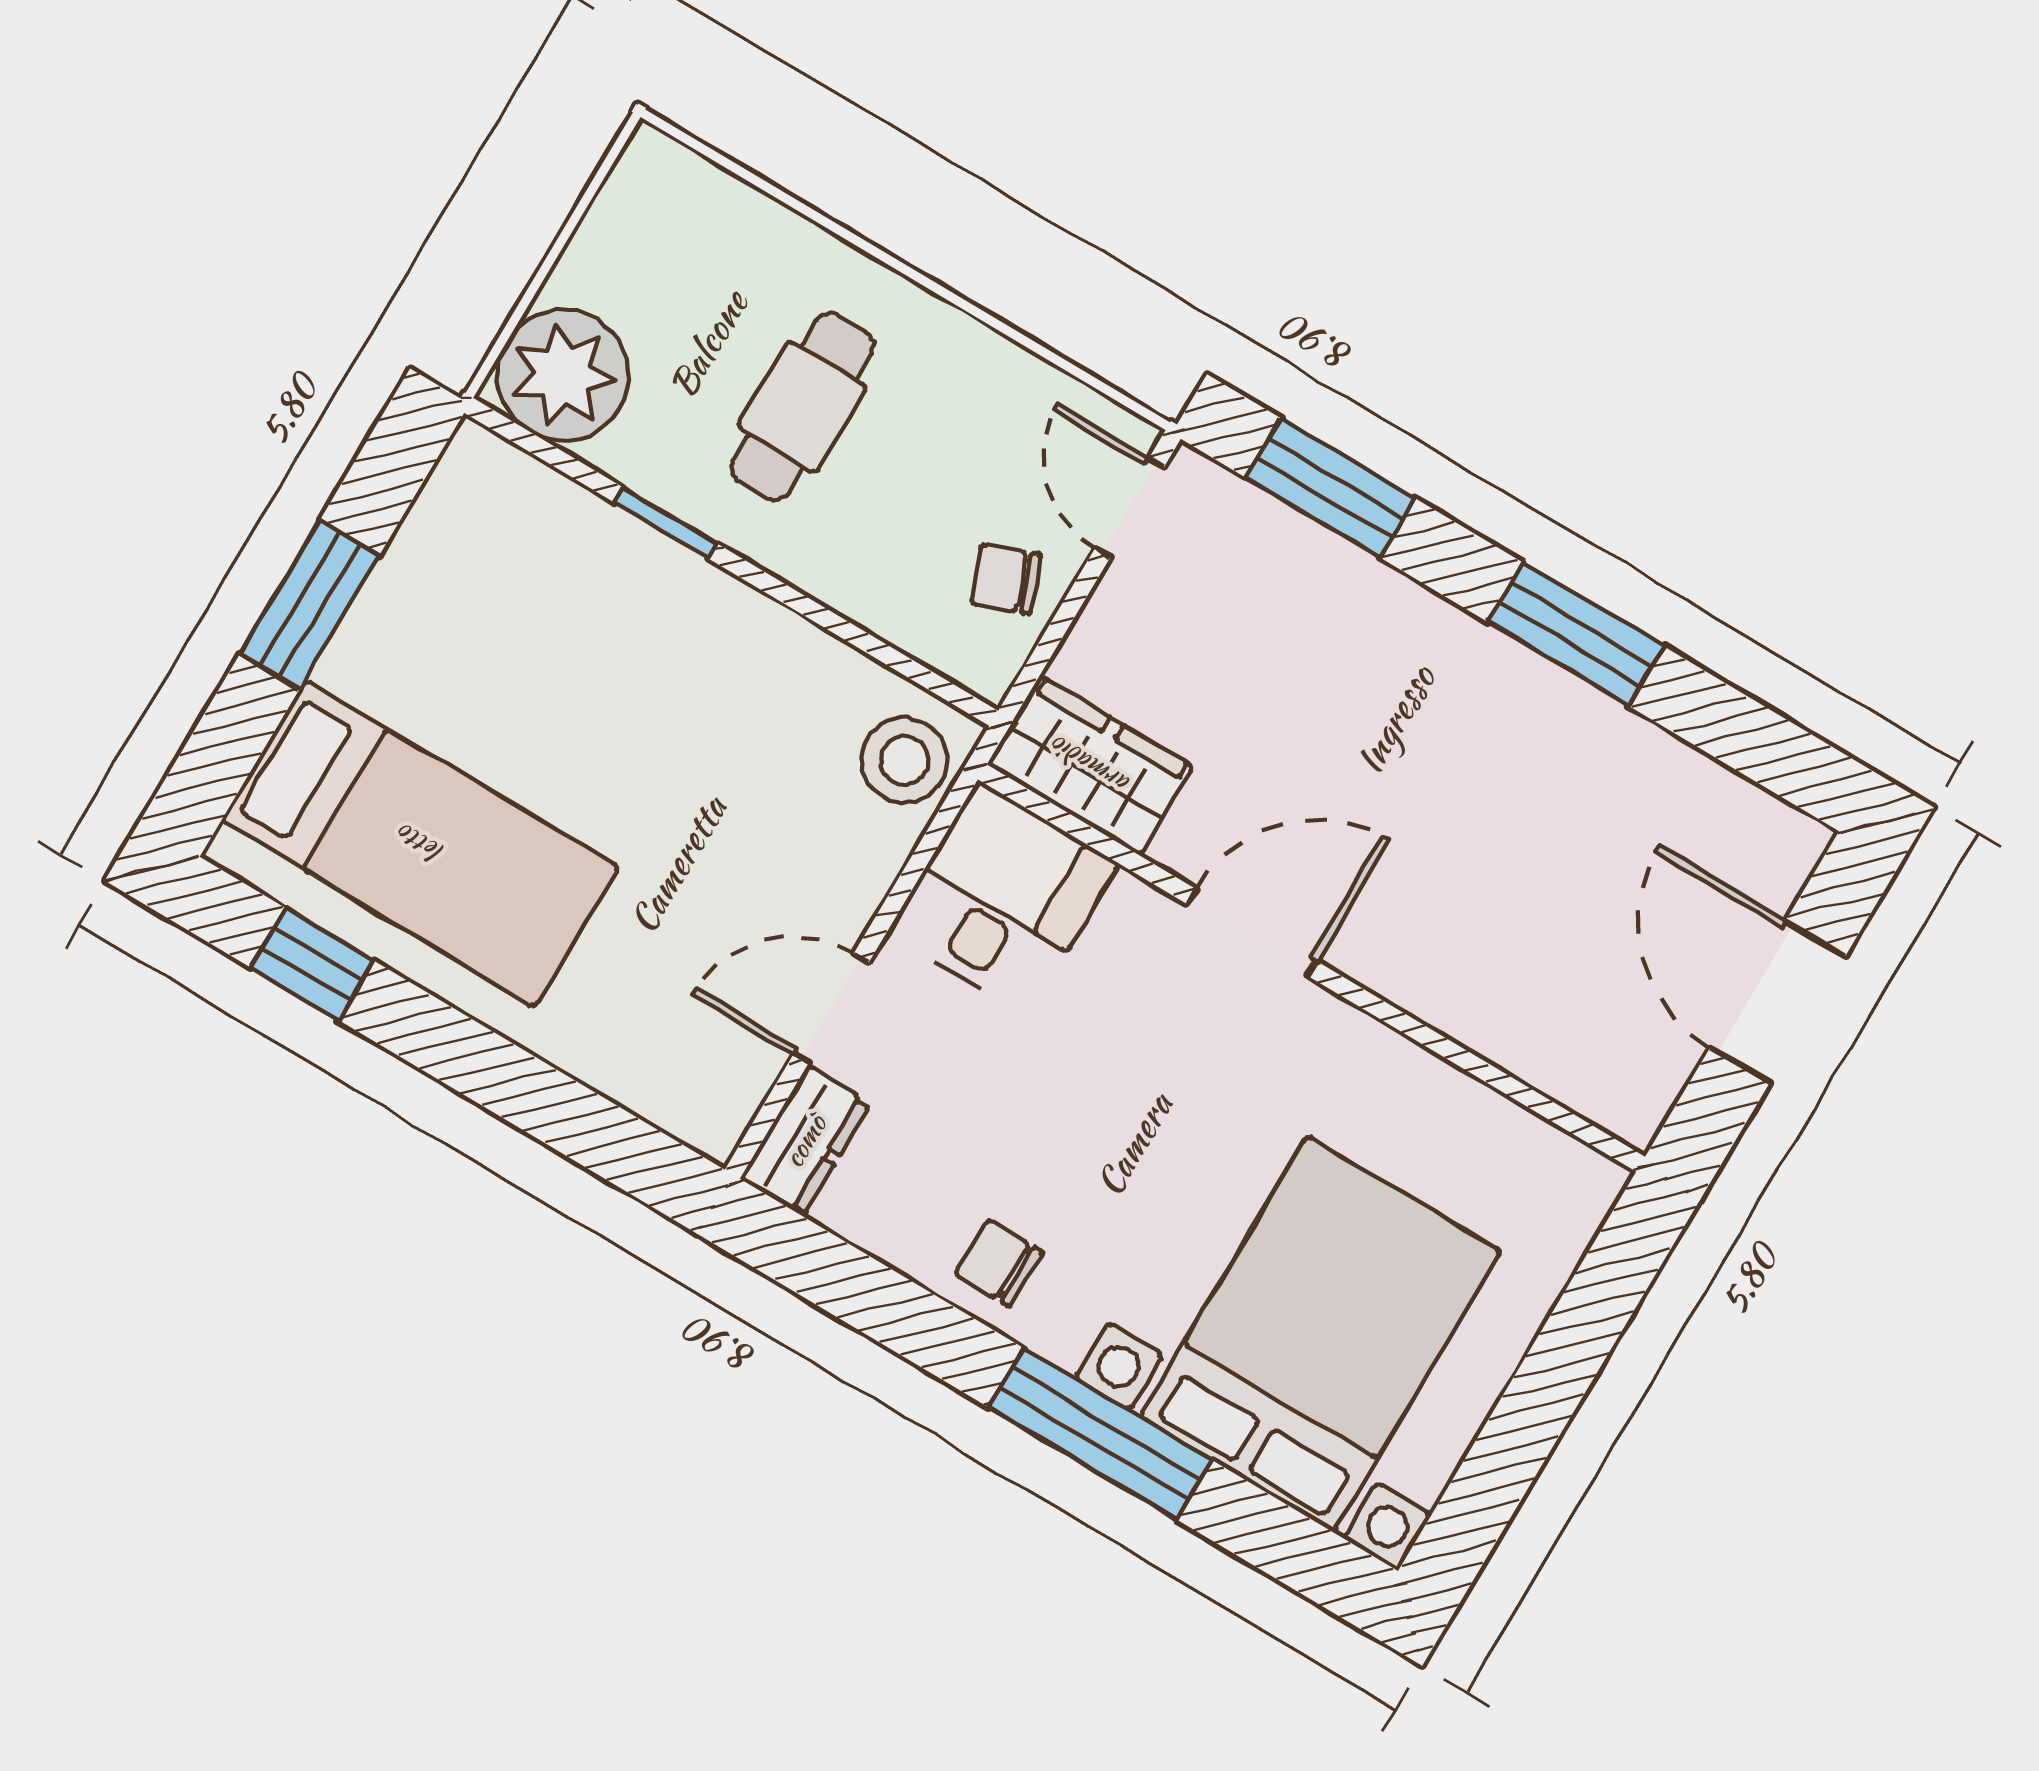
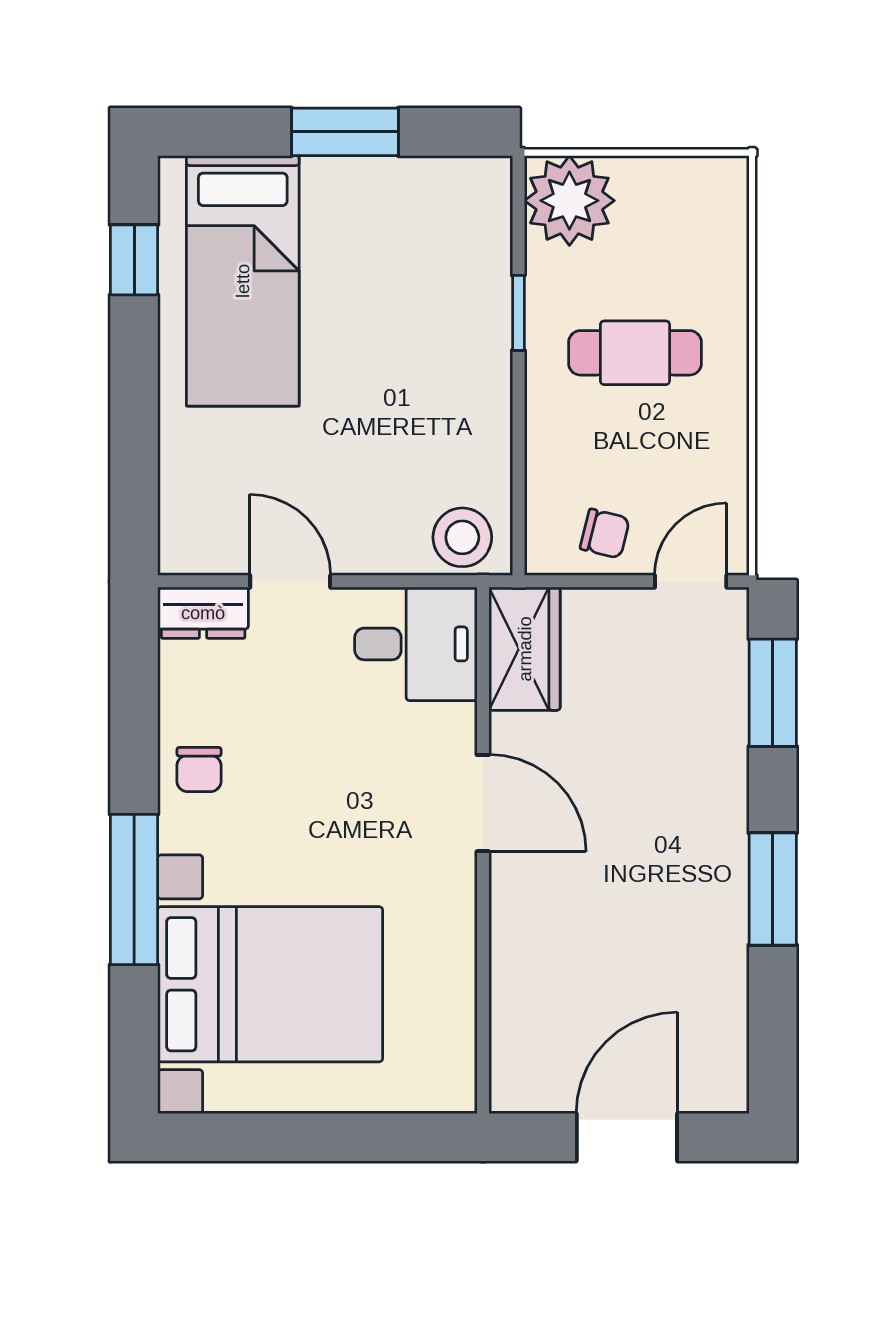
chair: (1006, 579) -> (605, 534), turned 125
chair: (998, 1263) -> (199, 769), turned 180

